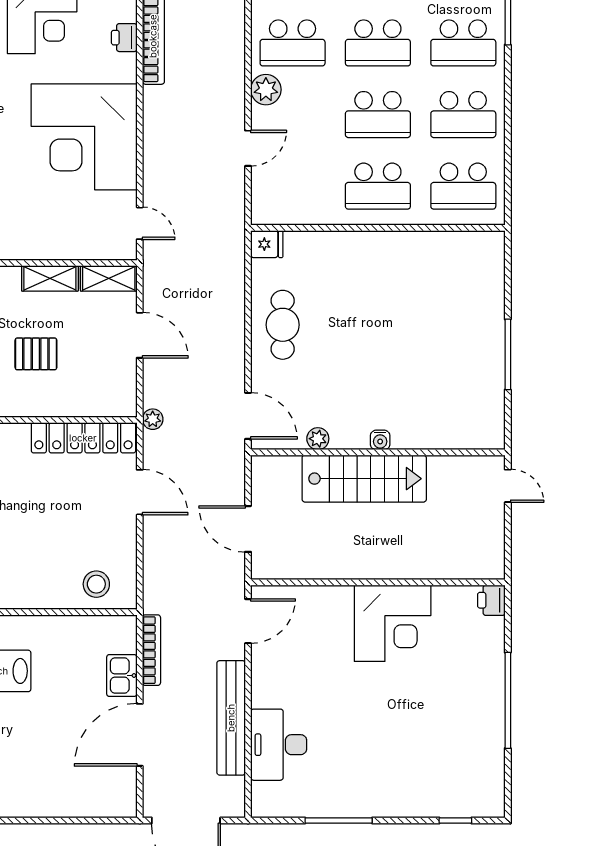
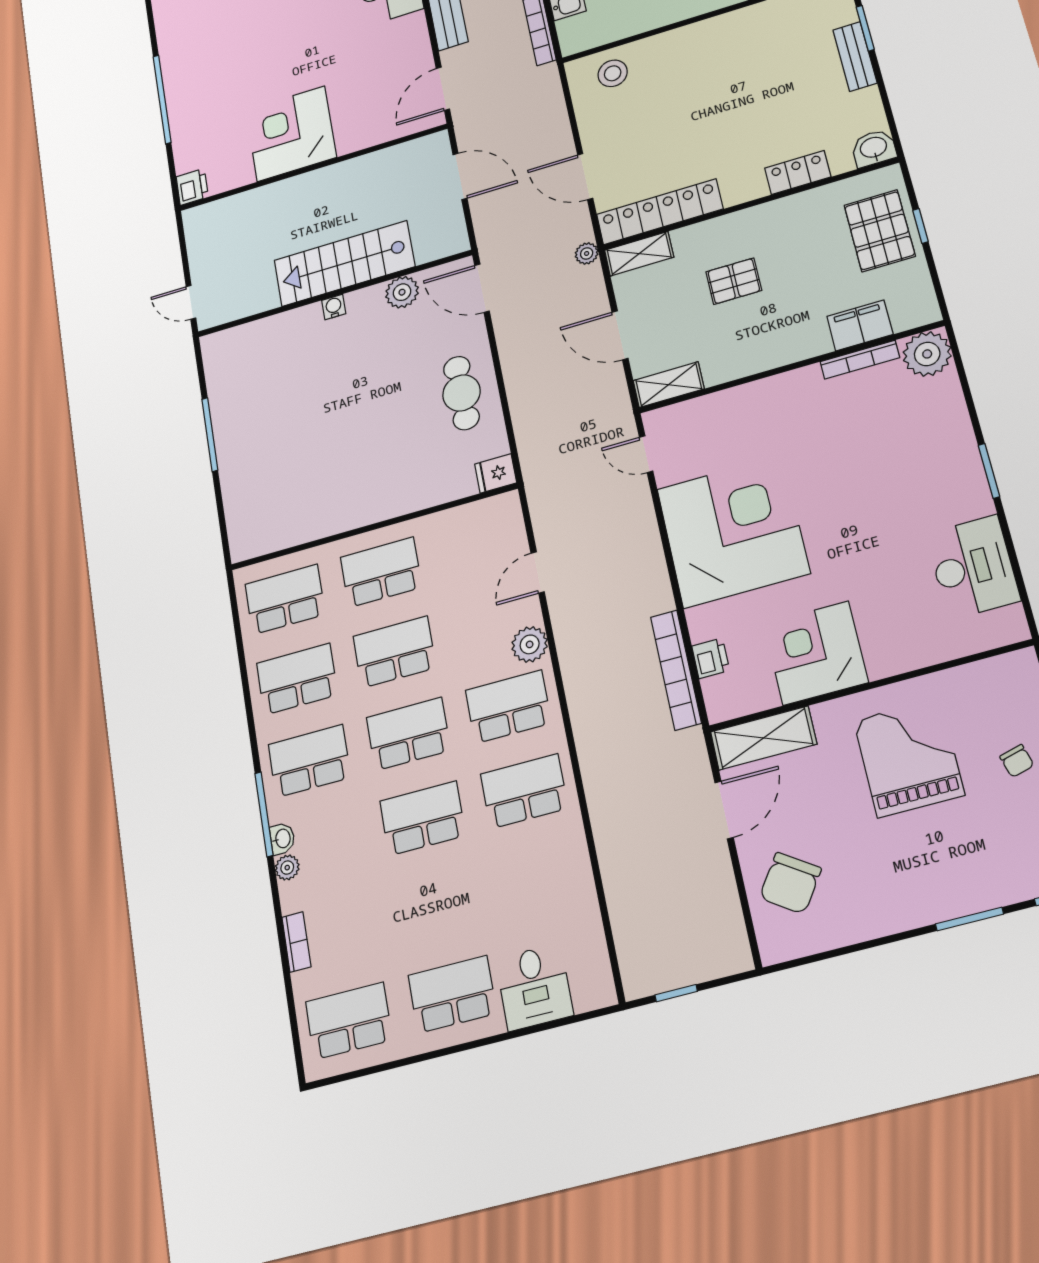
shelving: (50, 278) -> (639, 254), moved
plant: (318, 439) -> (402, 292), width x1.38, depth x1.38

